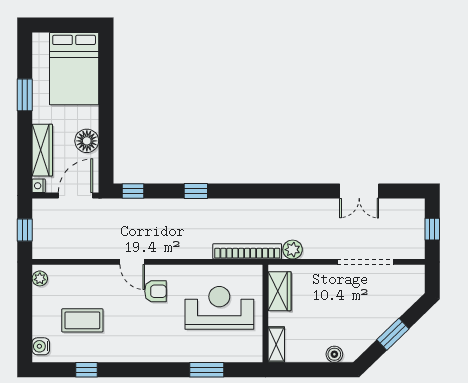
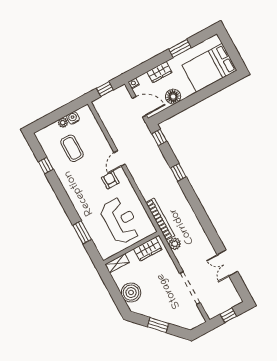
wardrobe: (42, 150) -> (159, 72), width x0.67
plant: (40, 278) -> (63, 123), moved
armchair: (155, 291) -> (110, 180), turned 180
water cooler: (41, 346) -> (73, 118), moved
boiler: (334, 354) -> (131, 293), width x1.86, depth x1.86

